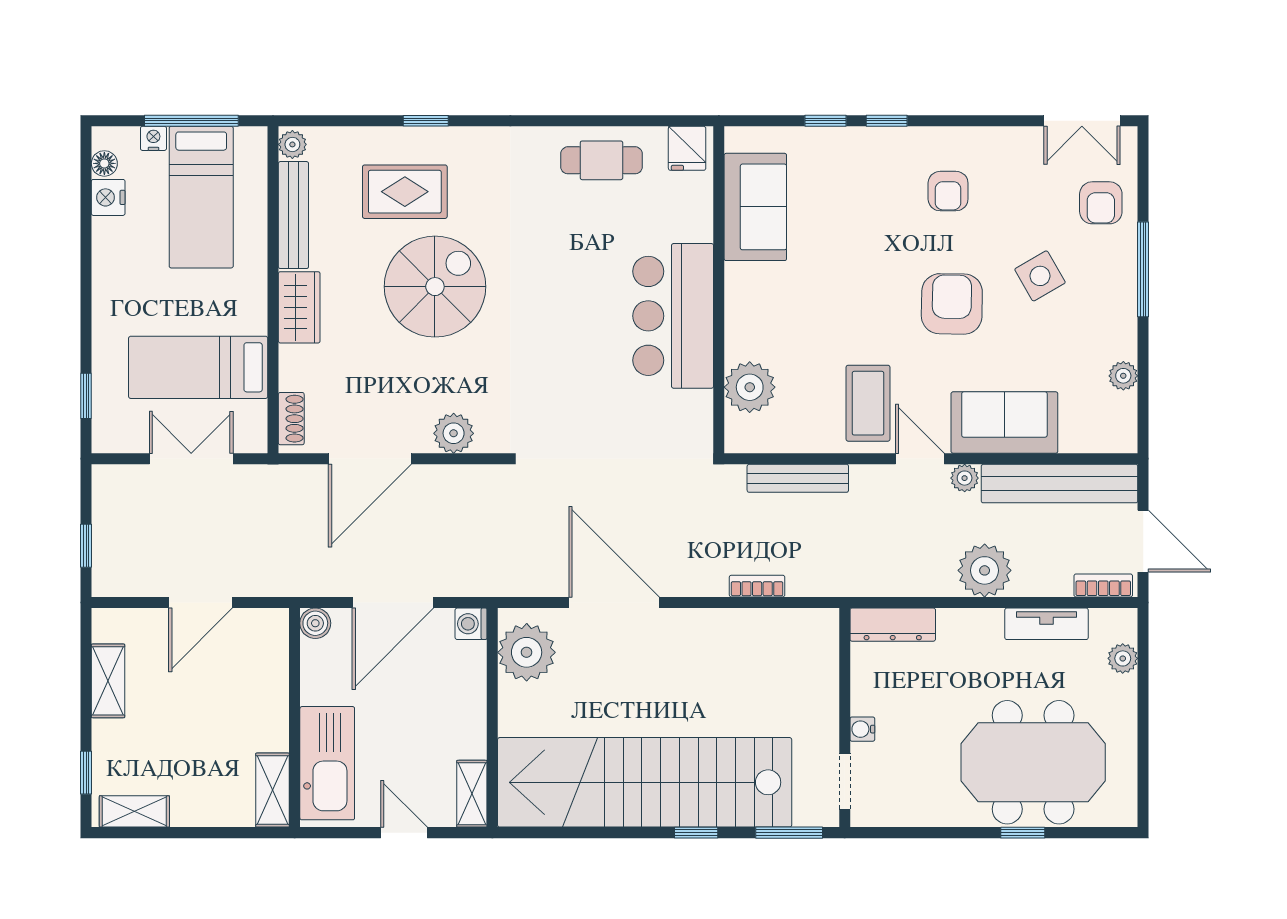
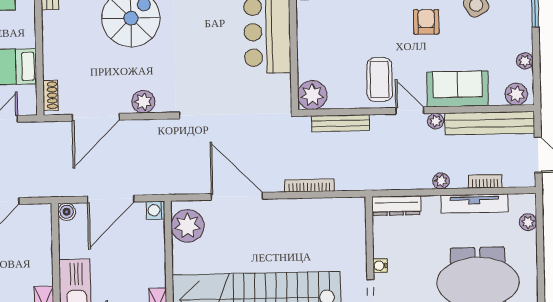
armchair: (952, 304) -> (426, 22), width x0.72, depth x0.72
wardrobe: (299, 307) -> (54, 32), removed
plant: (750, 387) -> (312, 95), moved
plant: (1107, 434) -> (516, 94), added
plant: (985, 570) -> (441, 181), width x0.53, depth x0.53
bookcase: (1103, 585) -> (485, 181), moved
bookcase: (757, 586) -> (309, 185), width x1.56
tv unit: (1046, 624) -> (474, 204), width x1.41

